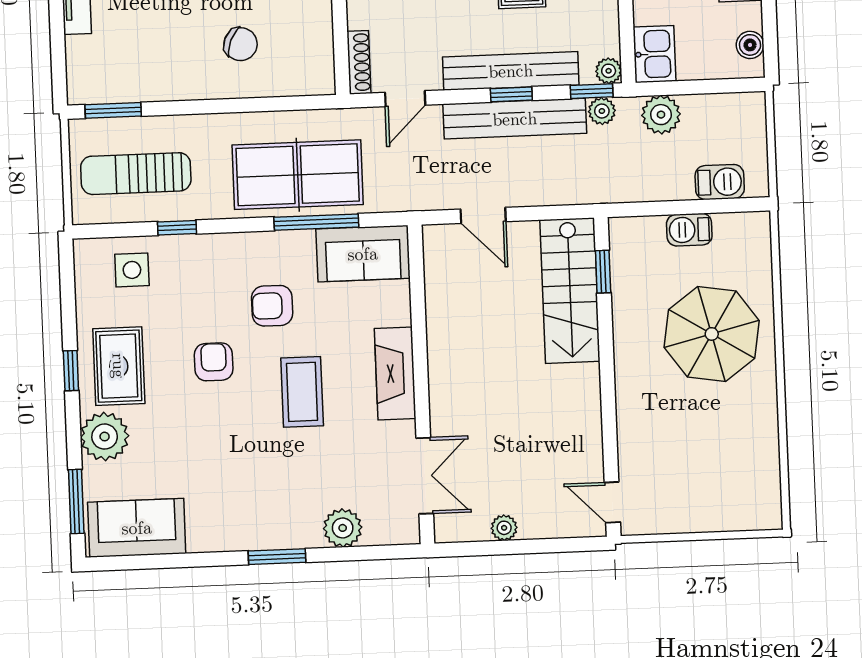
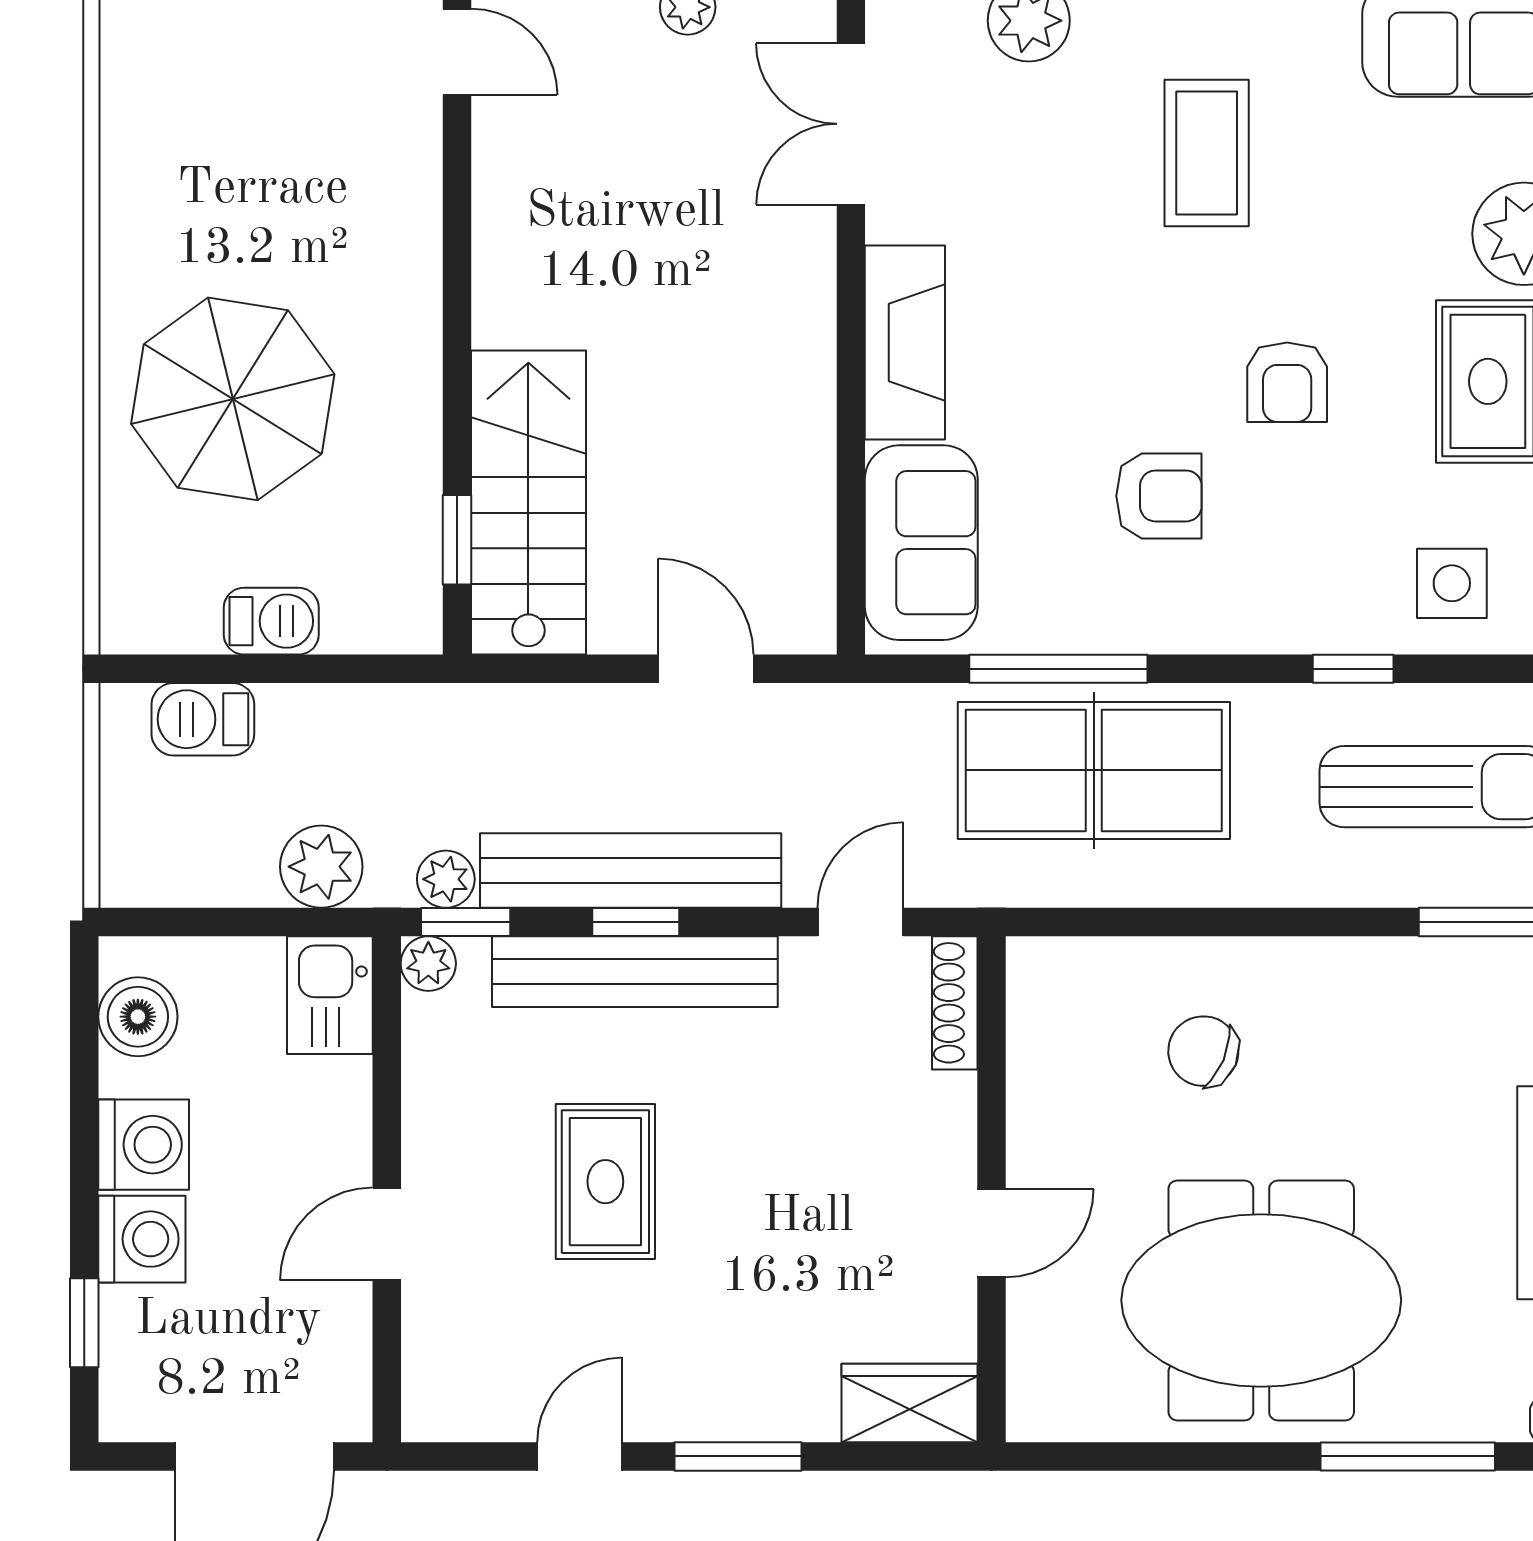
boiler: (750, 45) -> (138, 1017), width x1.36, depth x1.36
sofa: (363, 254) -> (921, 543), moved, turned 90
coffee table: (302, 392) -> (1207, 153), moved

